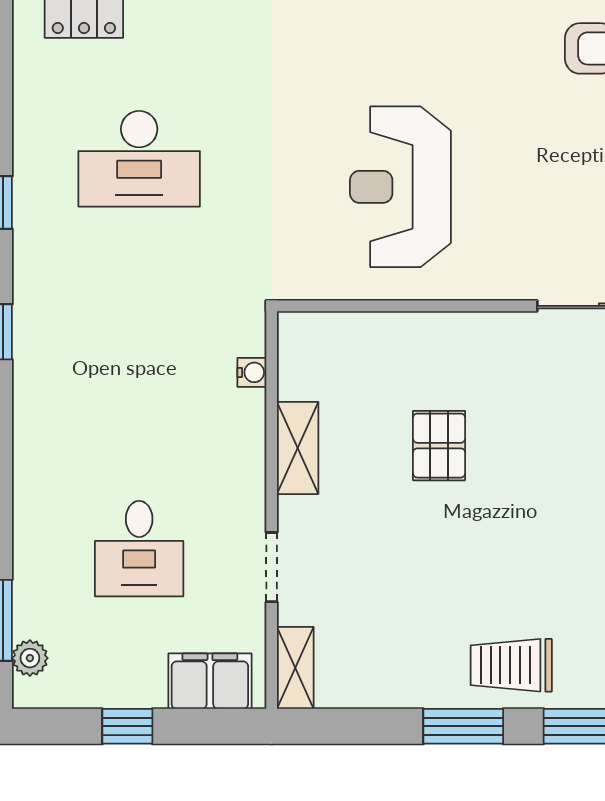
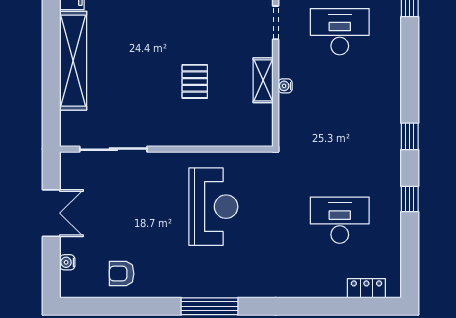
water cooler: (252, 372) -> (285, 86), moved
desk: (139, 549) -> (340, 32), width x1.37

